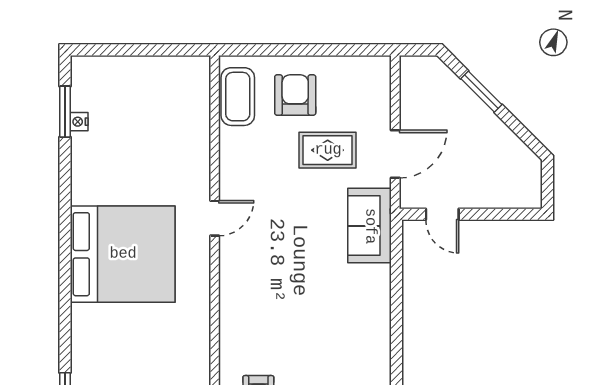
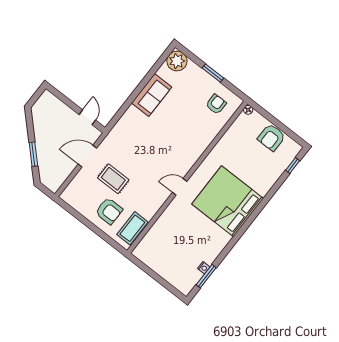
armchair: (295, 95) -> (109, 211), turned -90
sofa: (370, 226) -> (152, 95), moved

